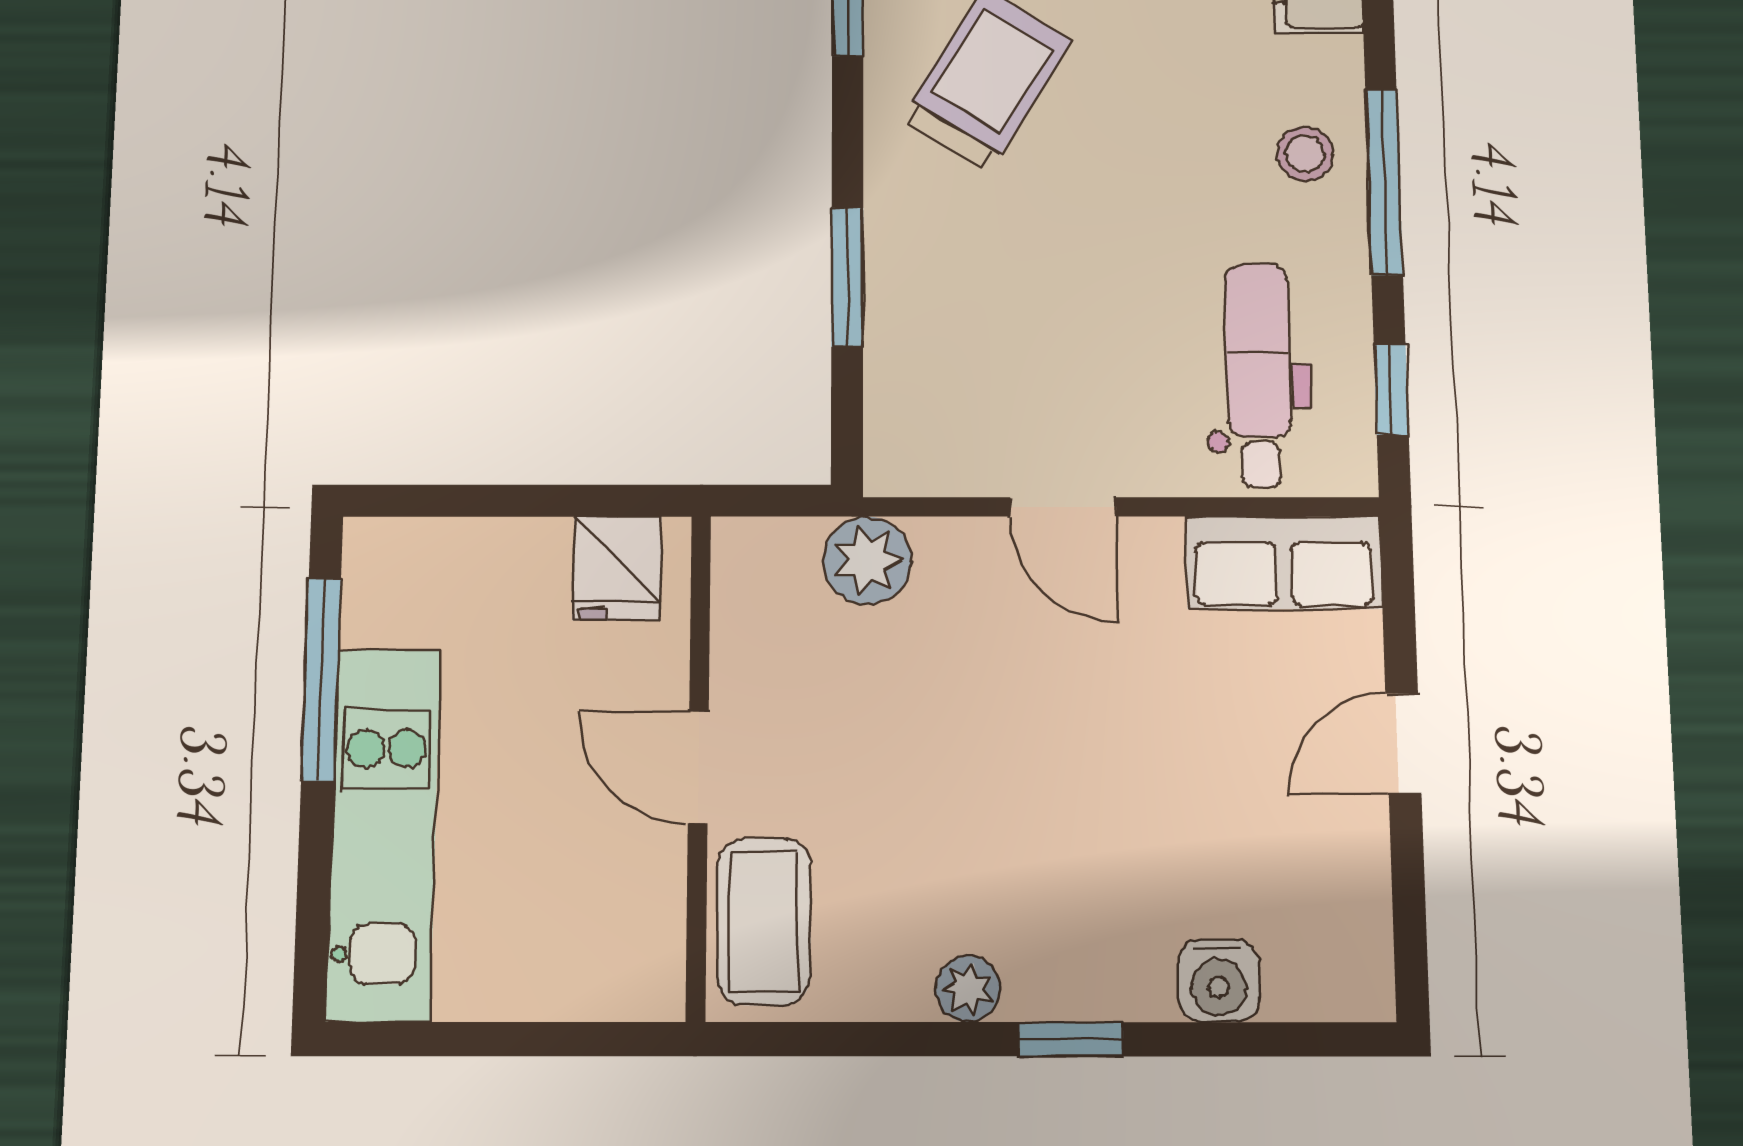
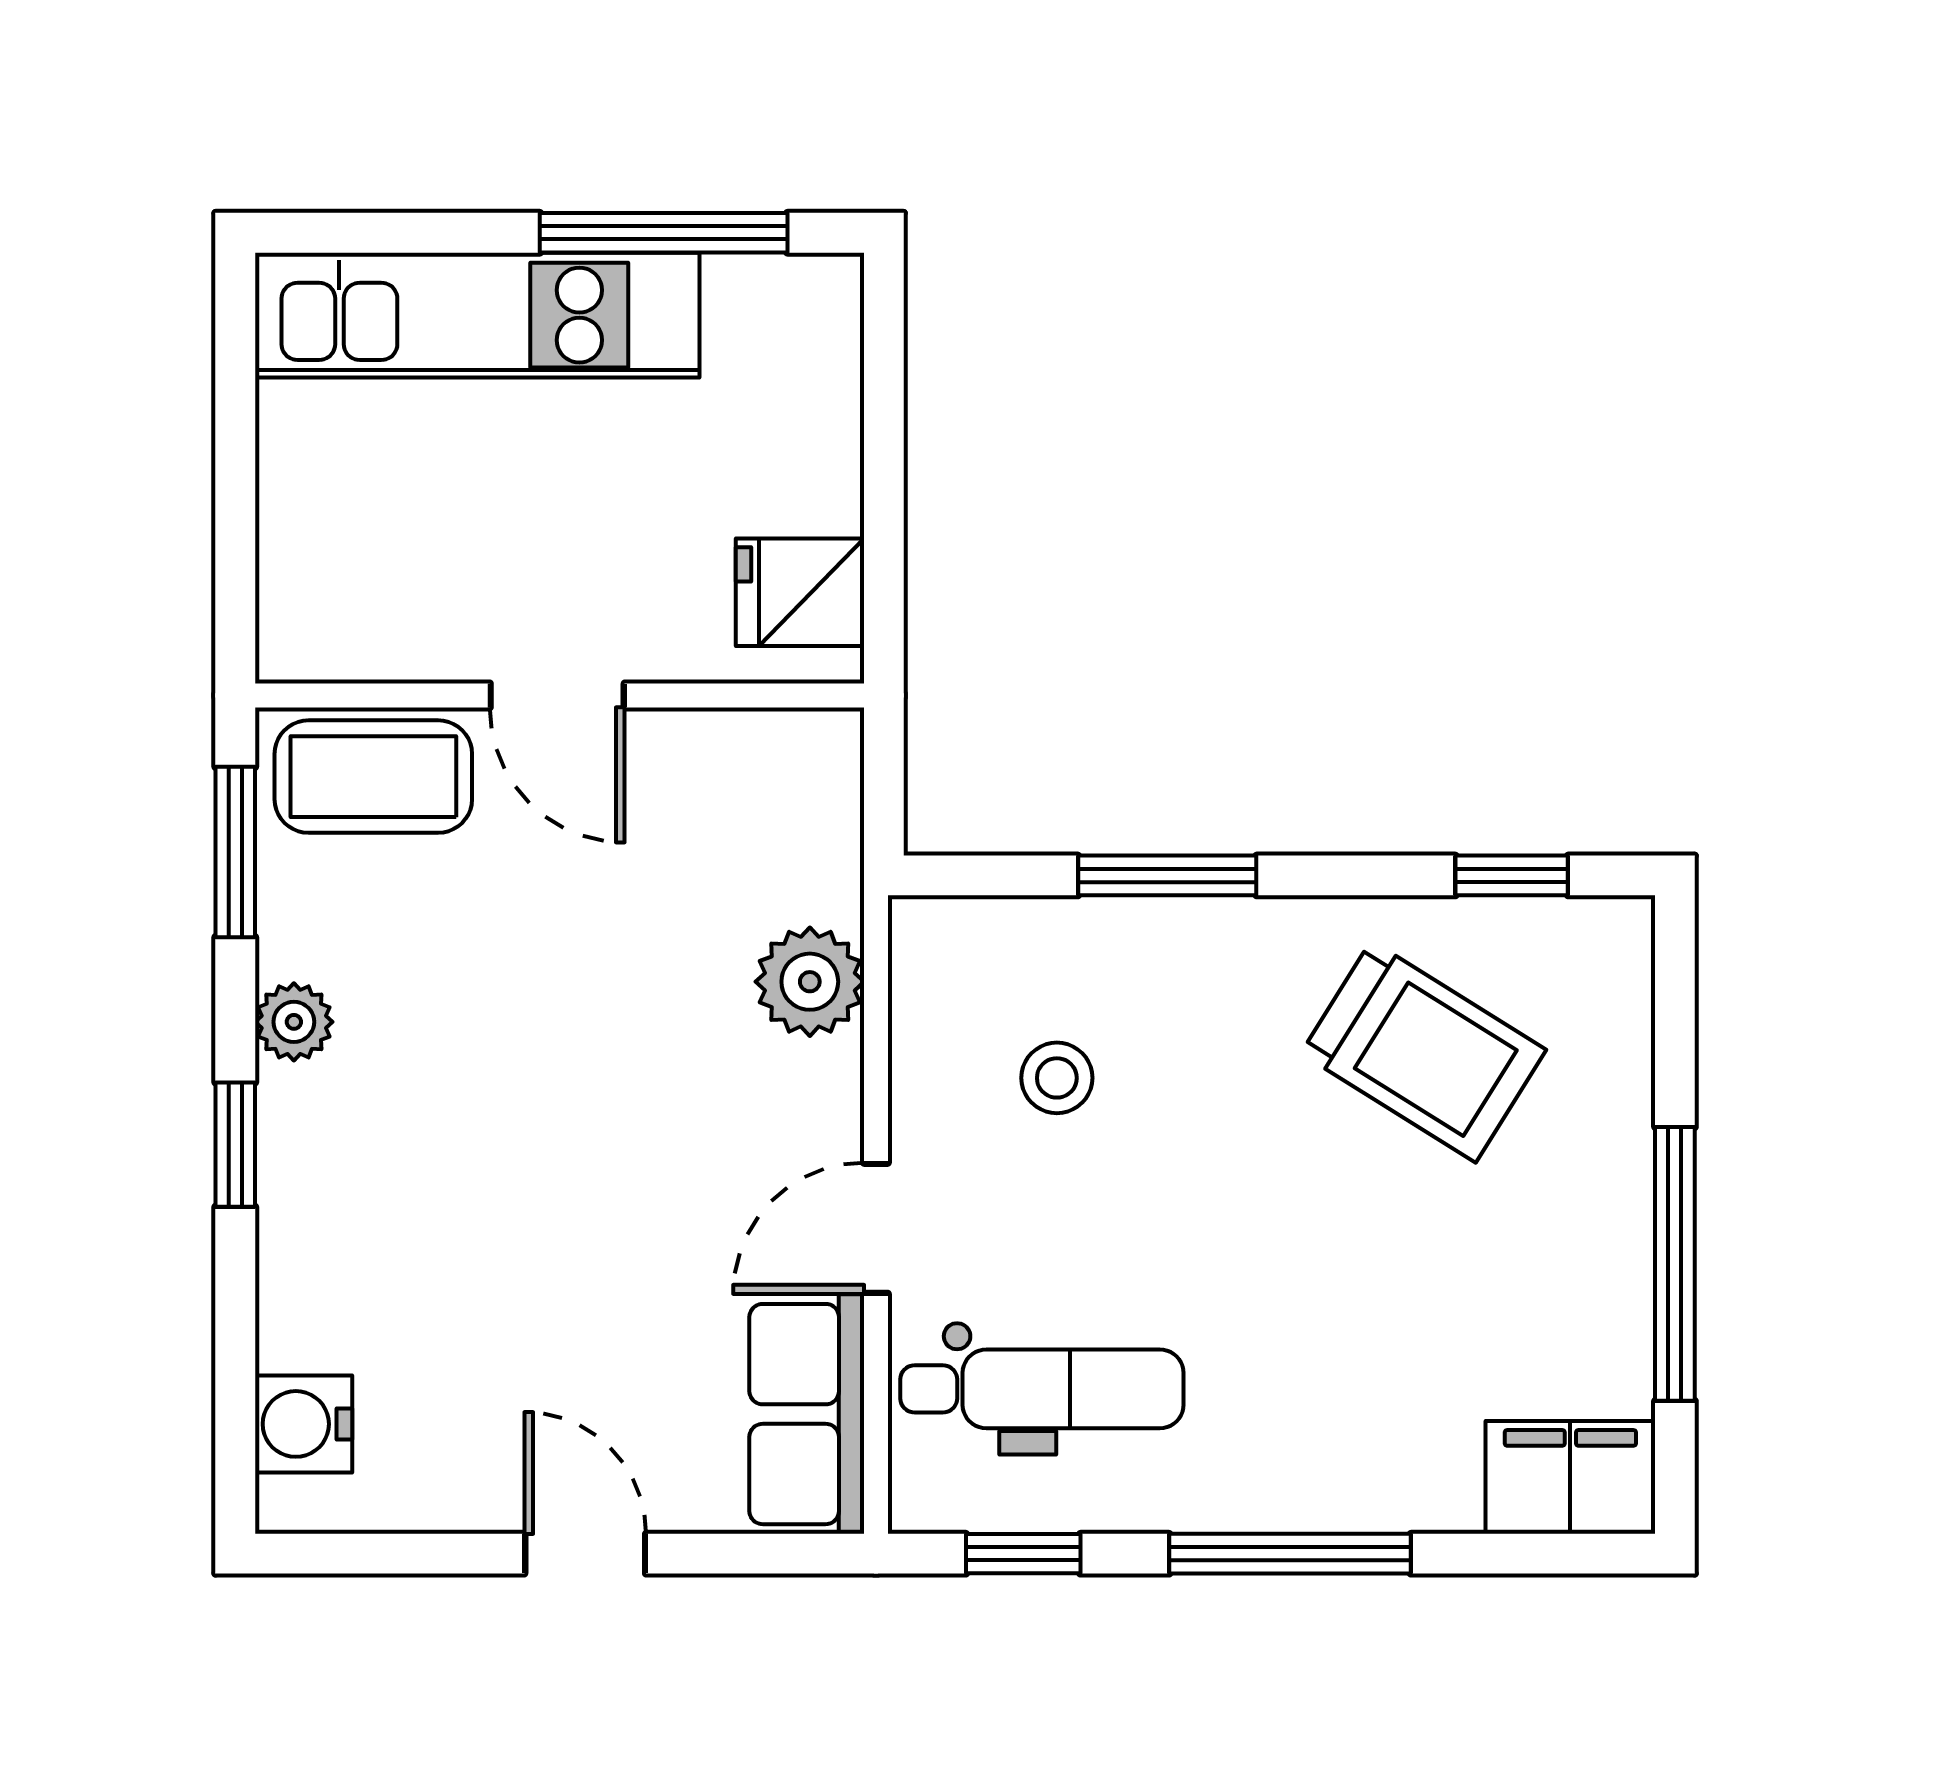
stool: (1305, 154) -> (1057, 1078), moved
door: (1063, 507) -> (876, 1228), moved
plant: (867, 560) -> (810, 982), moved
door: (698, 767) -> (557, 695), swing flipped
water cooler: (1219, 981) -> (304, 1424), moved
window: (826, 1039) -> (235, 852), added

